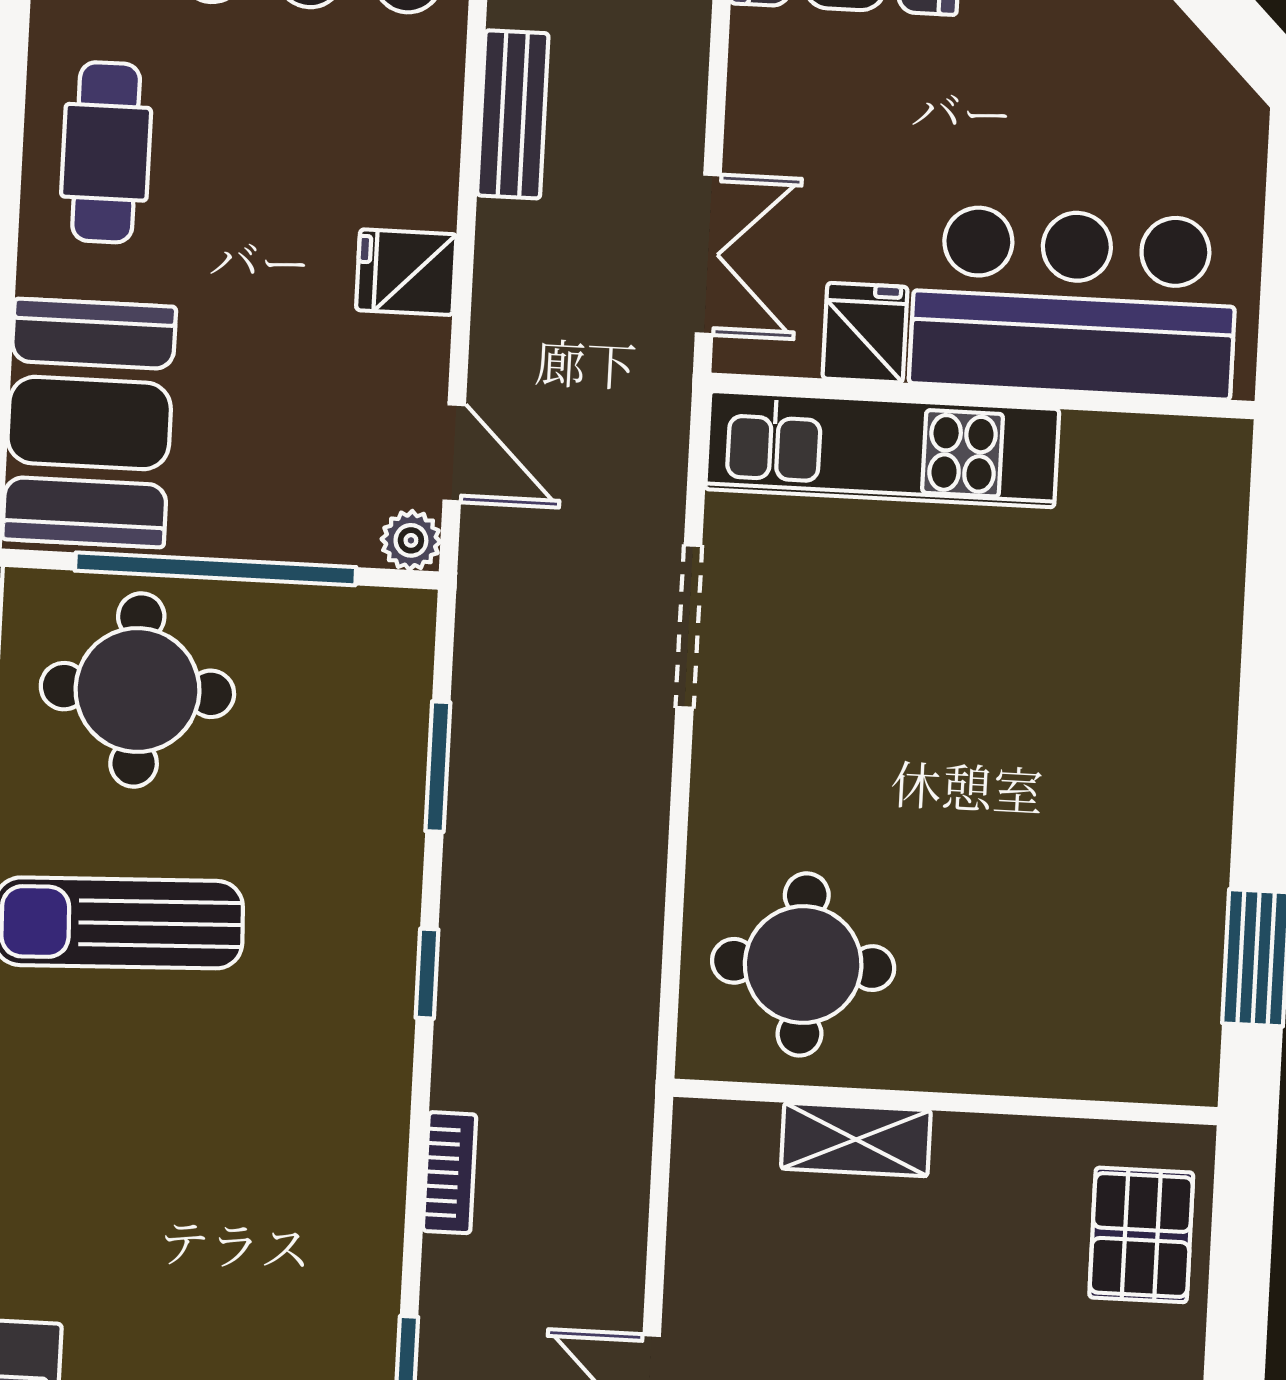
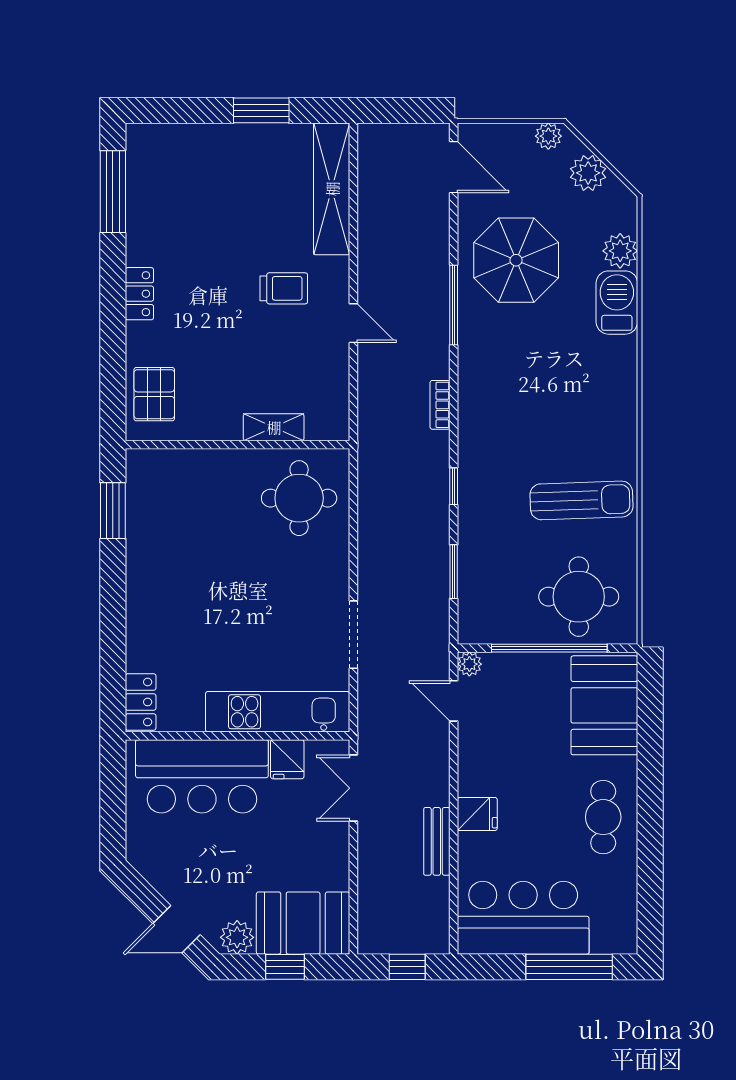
fridge: (406, 272) -> (477, 814), moved
locker: (1213, 490) -> (141, 702), added

